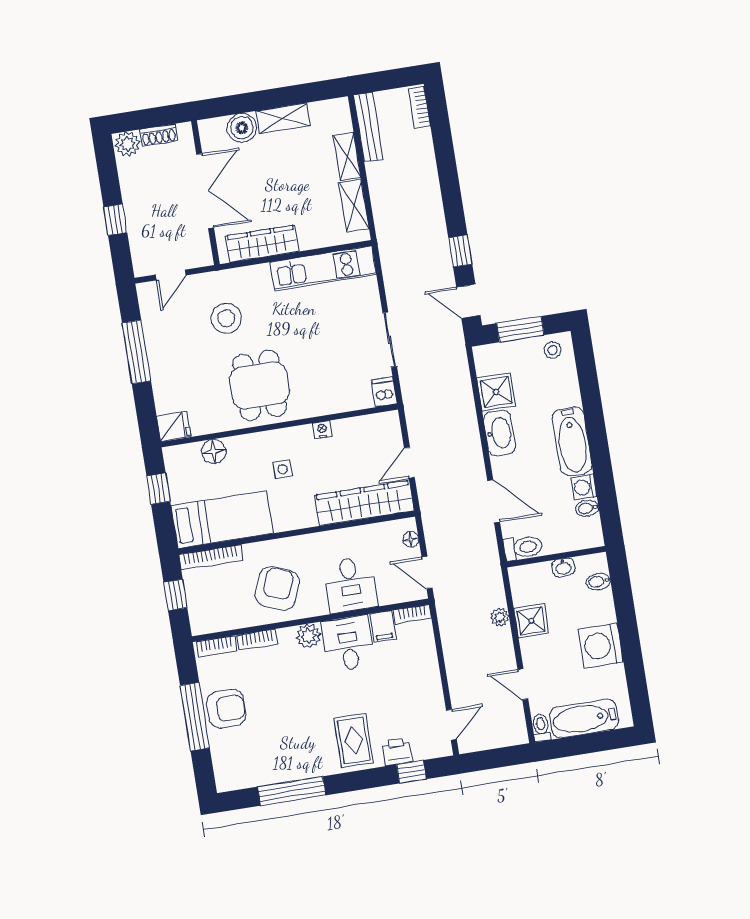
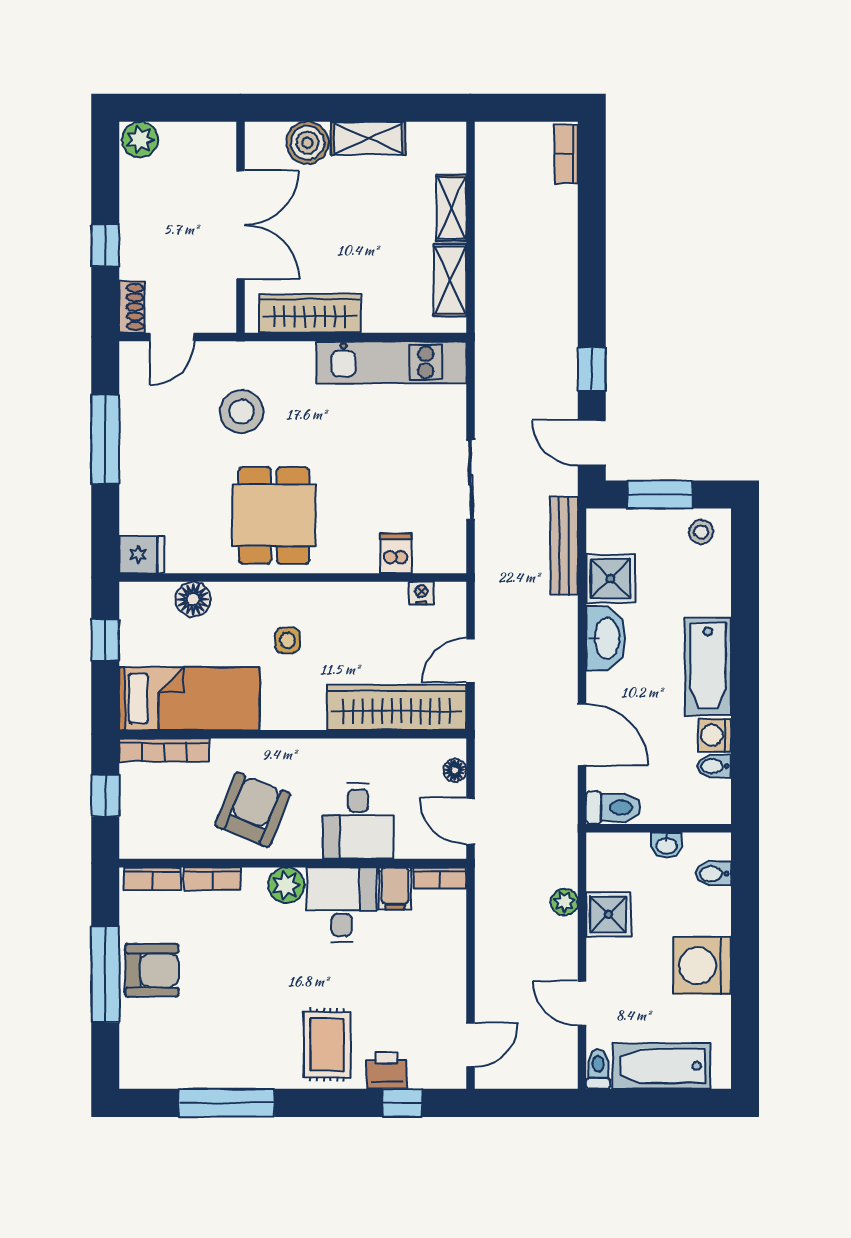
bench: (368, 127) -> (564, 546), moved
shoe rack: (159, 135) -> (132, 307), moved, turned -90
dishwasher: (384, 392) -> (396, 553), moved
nightstand: (322, 430) -> (421, 593), moved

